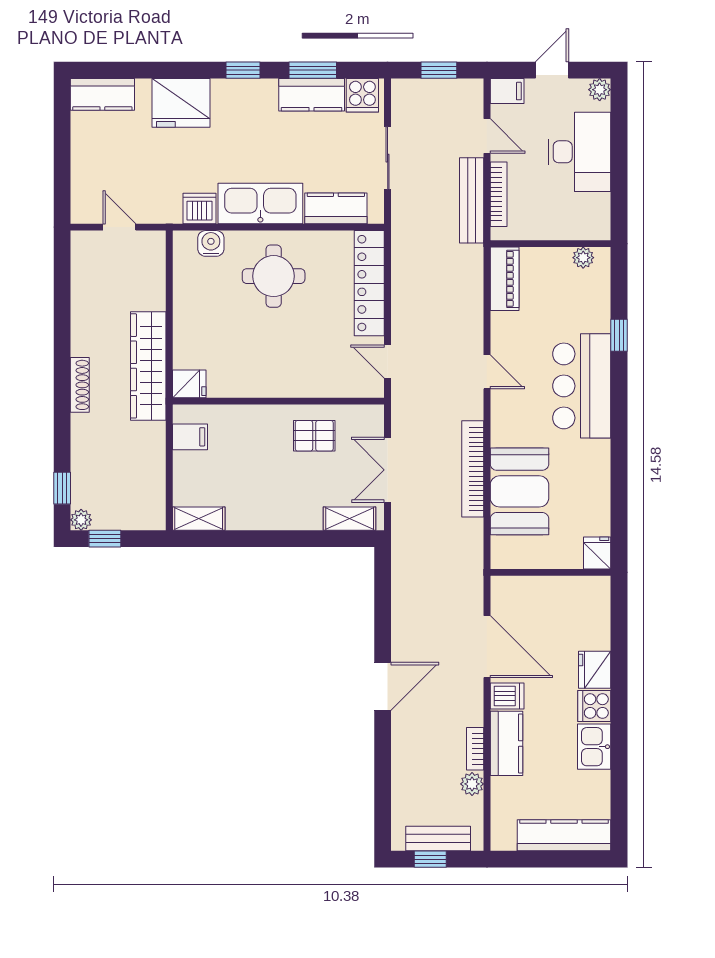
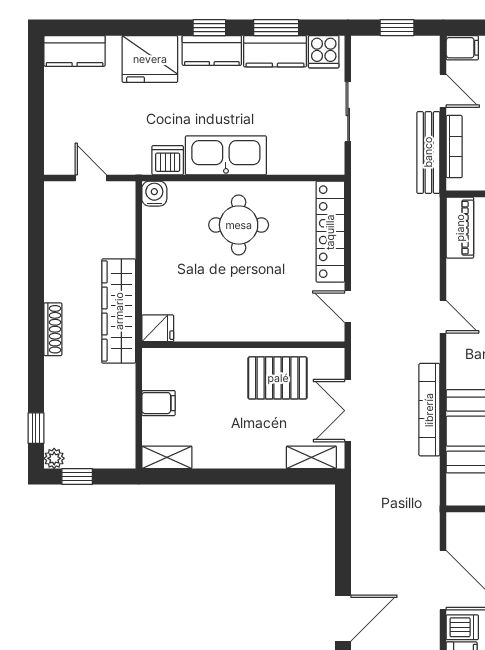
kitchen counter: (336, 208) -> (212, 50), moved, turned 180
water cooler: (211, 243) -> (154, 194), moved
pallet: (314, 436) -> (278, 378), width x1.50, depth x1.42
filing cabinet: (190, 437) -> (159, 403), moved

